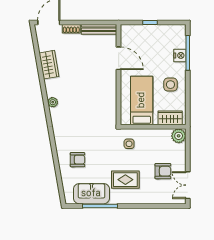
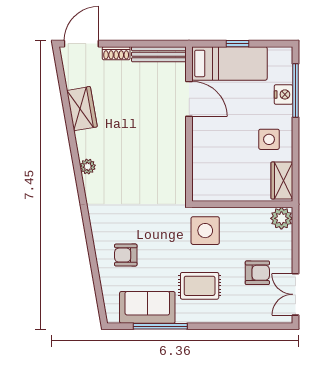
bed: (142, 100) -> (229, 63), moved, turned 90
wardrobe: (170, 118) -> (282, 180), moved, turned -90
side table: (129, 144) -> (205, 231), width x1.87, depth x1.87
armchair: (77, 160) -> (126, 255), turned 180

